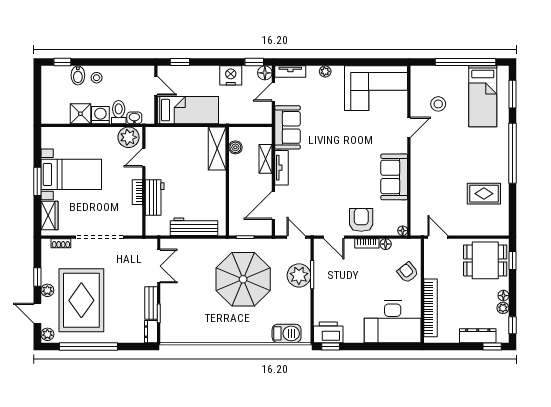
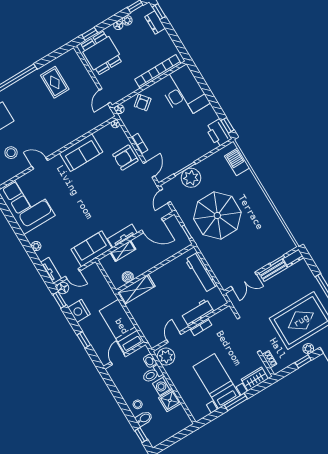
window: (180, 62) -> (84, 340), moved
door: (144, 158) -> (174, 337), swing flipped
floor lamp: (386, 244) -> (119, 109), moved
double door: (159, 266) -> (244, 281), swing flipped
dresser: (478, 336) -> (155, 22), width x0.70

